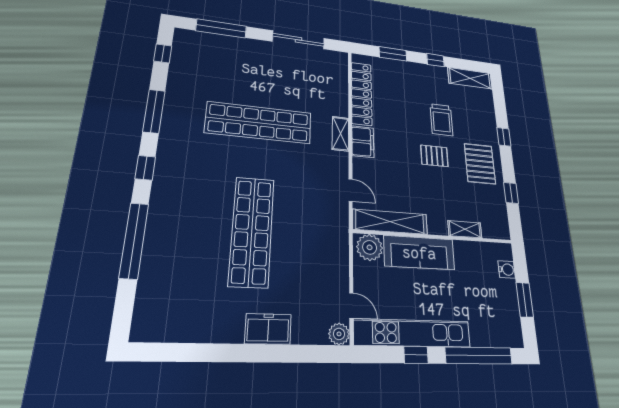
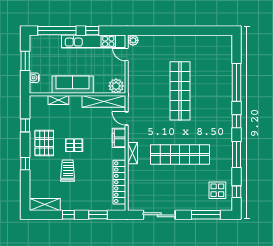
display table: (197, 60) -> (217, 190), added
filing cabinet: (363, 142) -> (119, 138), moved
sofa: (419, 253) -> (73, 85), moved
freezer: (268, 329) -> (169, 42), removed

